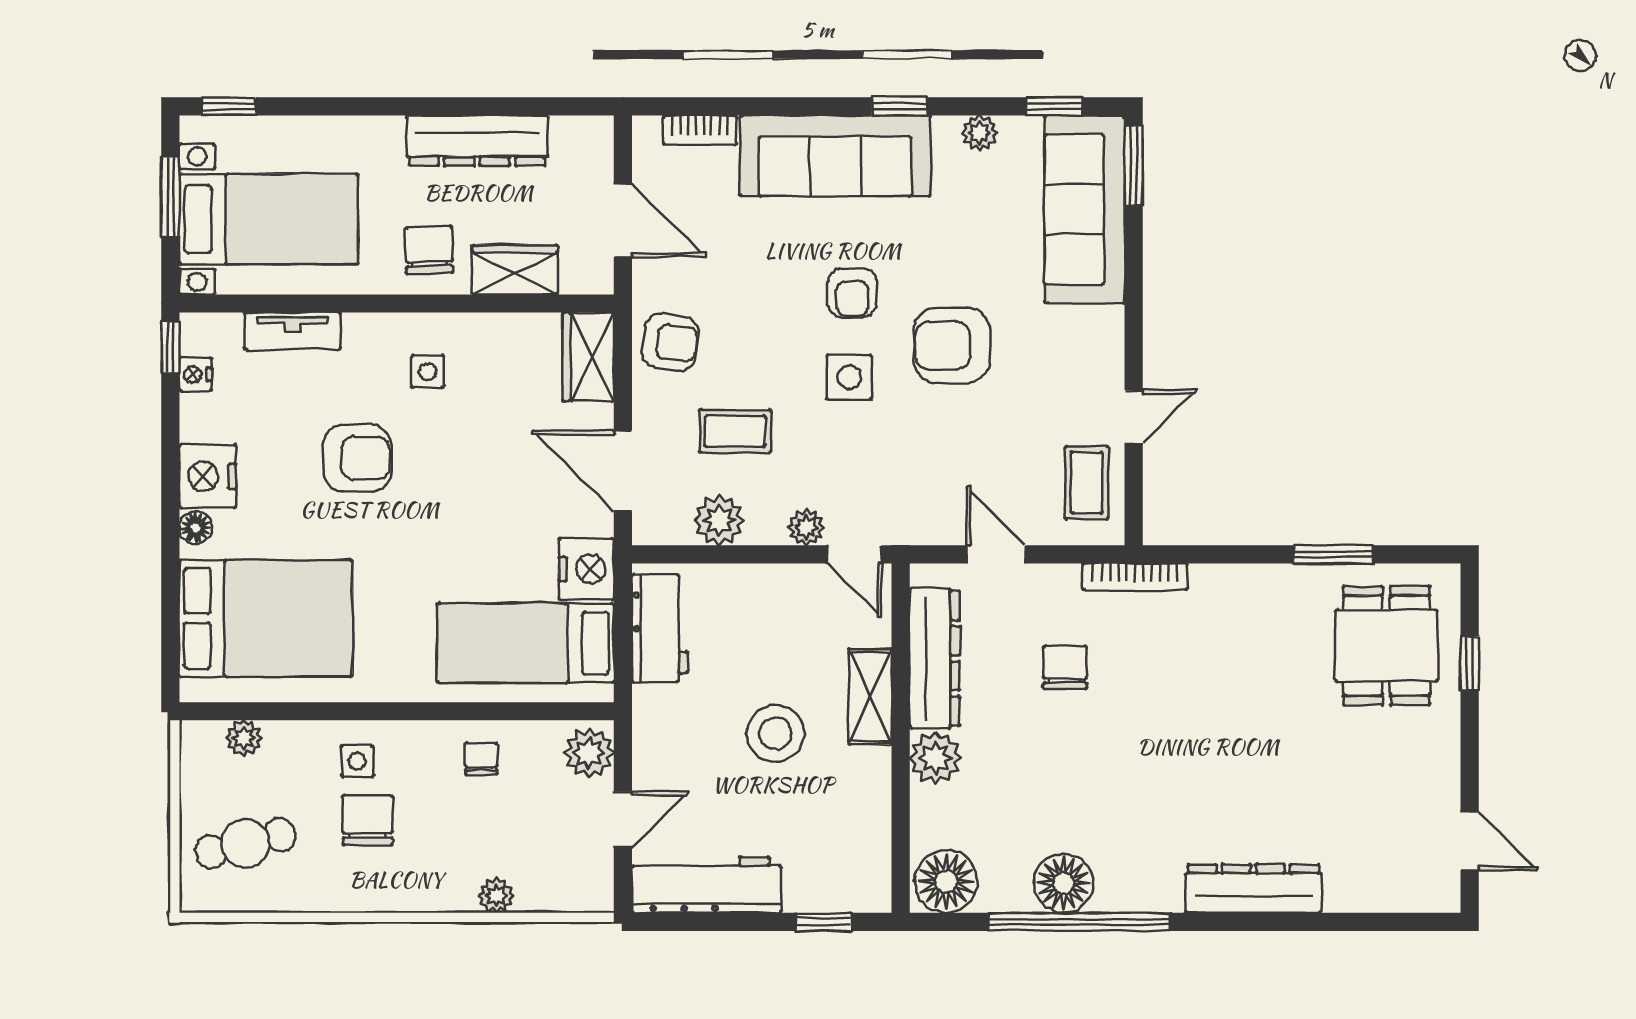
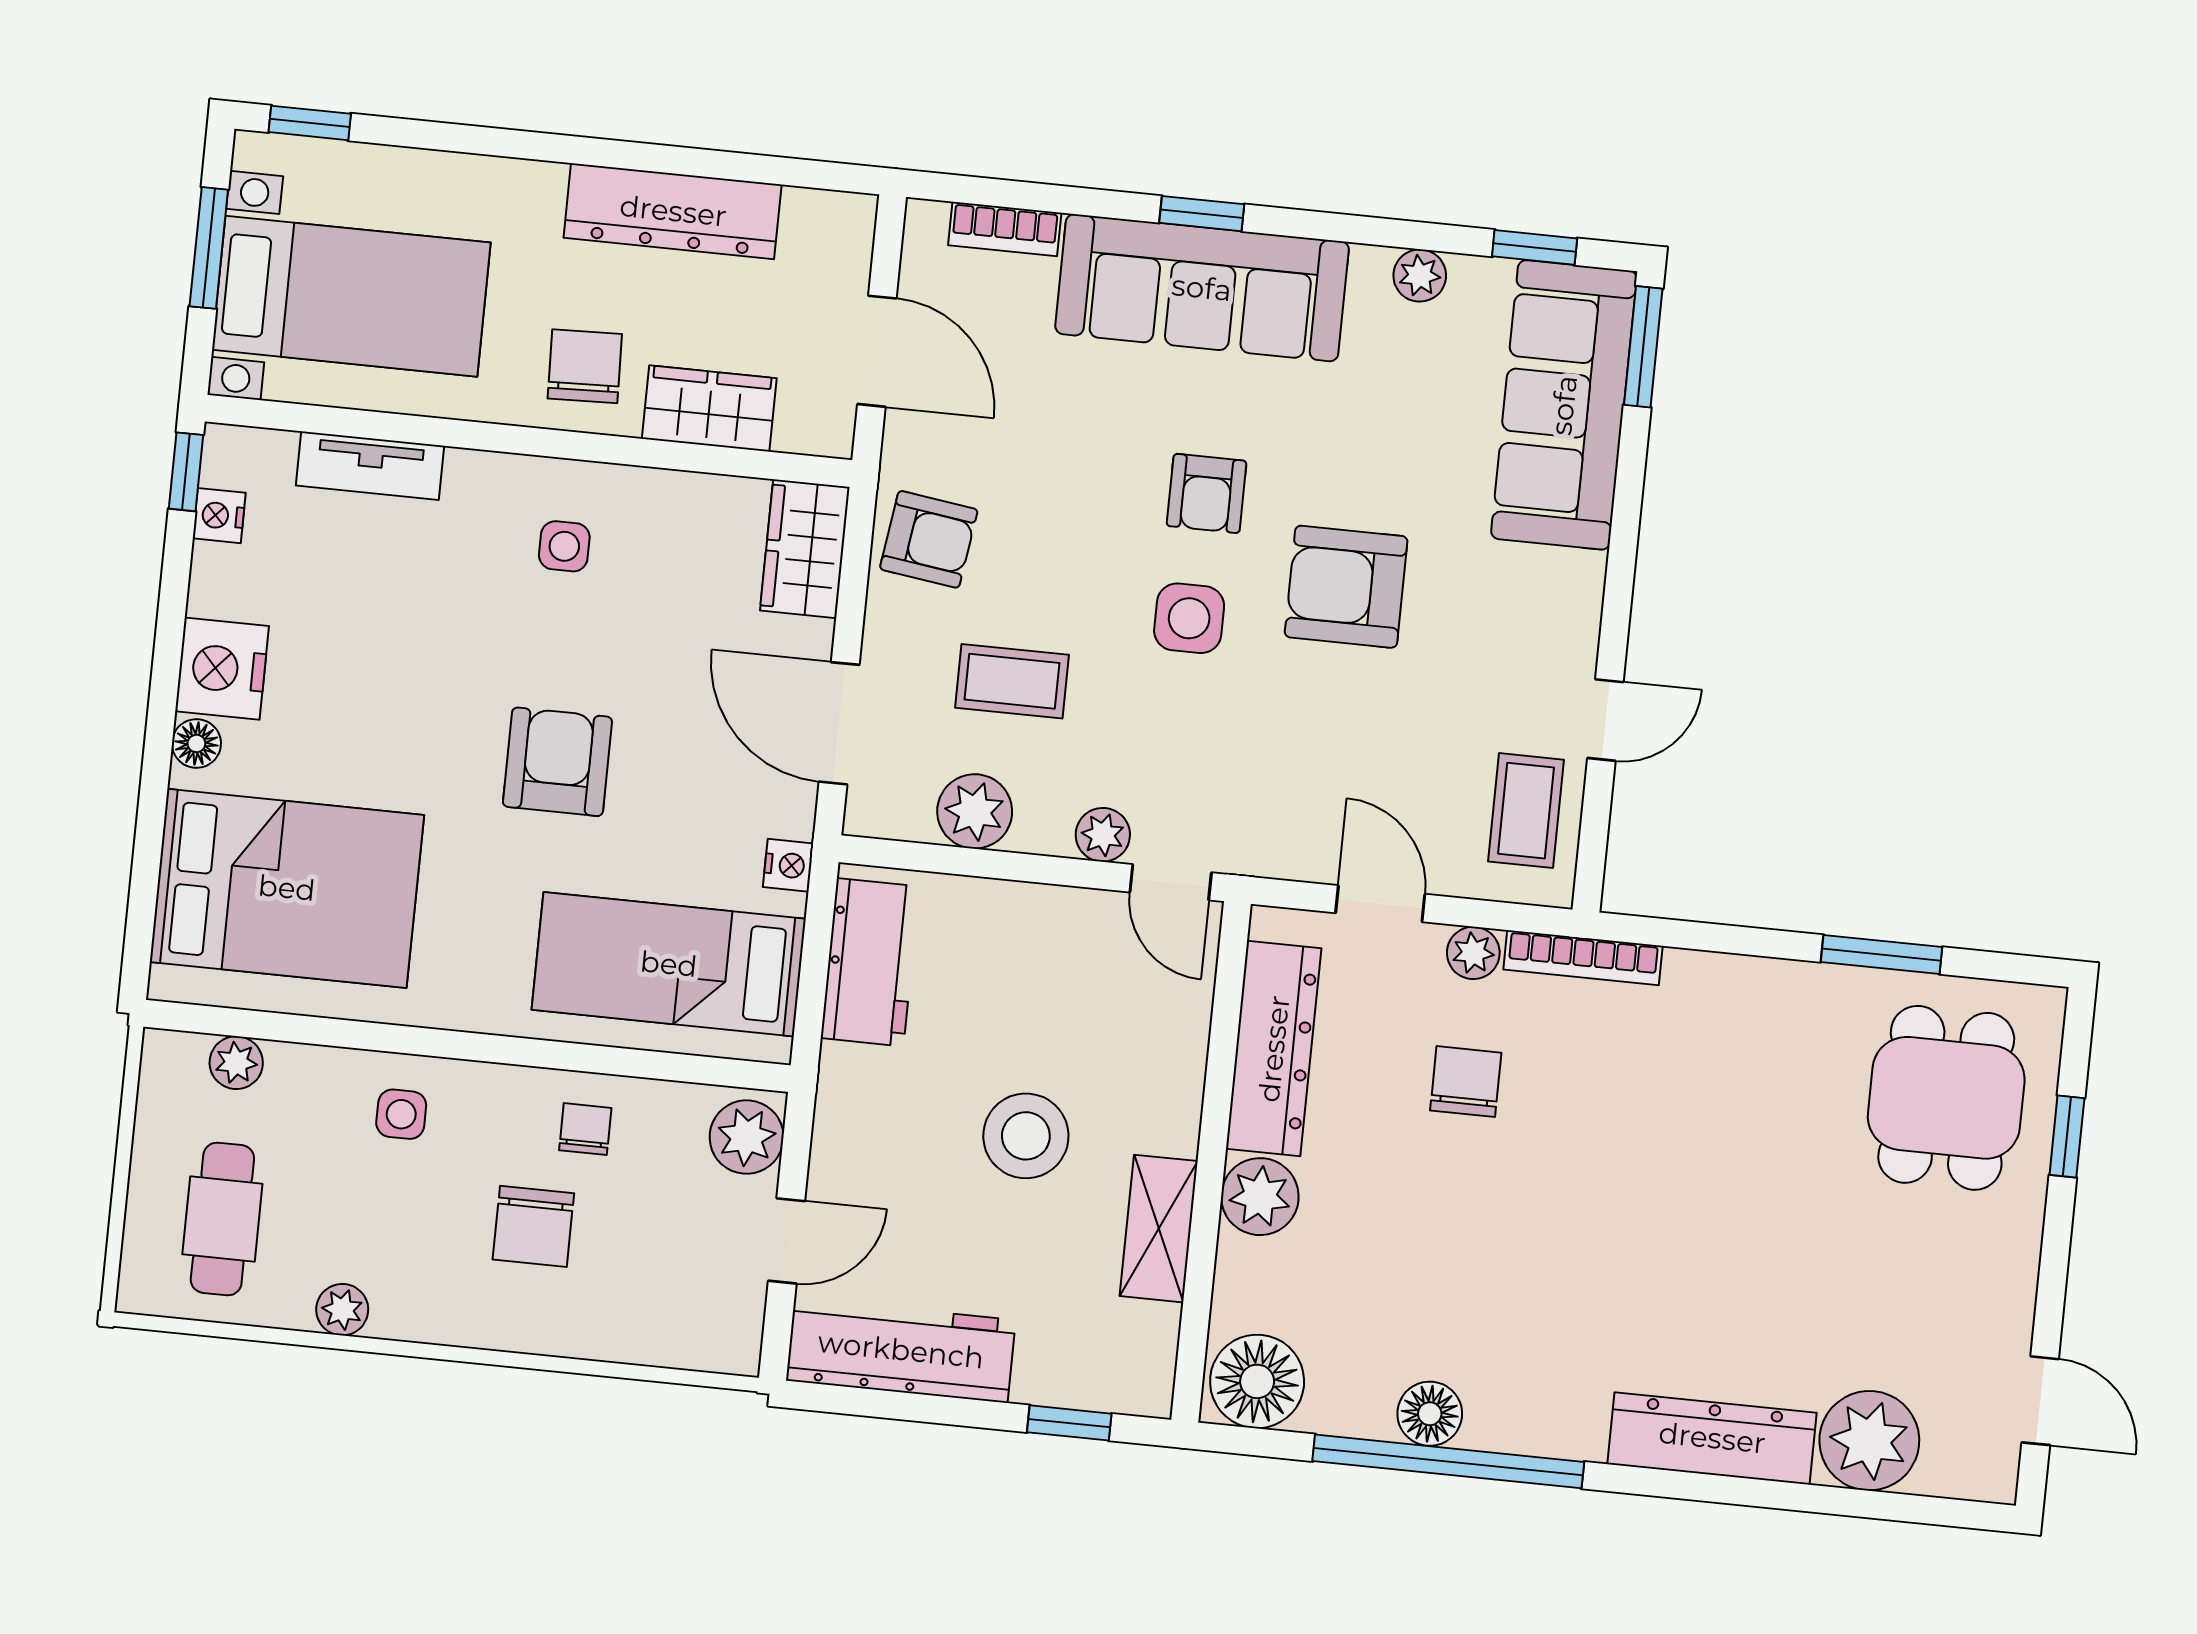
window: (900, 106) -> (1202, 214), moved
armchair: (357, 458) -> (557, 762), moved, turned -90
nightstand: (586, 569) -> (788, 865), width x0.53, depth x0.56
plant: (1061, 581) -> (1473, 953), added
shelving: (870, 697) -> (1159, 1229), moved
chair: (368, 820) -> (533, 1226), moved, turned 180
cafe table: (245, 843) -> (222, 1219), turned -76
plant: (1358, 879) -> (1869, 1441), added
floor lamp: (1063, 883) -> (1430, 1414), width x0.73, depth x0.73
plant: (496, 896) -> (342, 1310), moved

